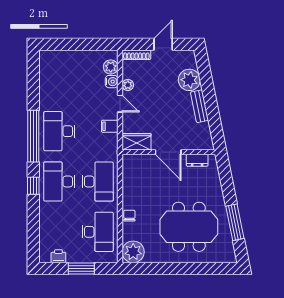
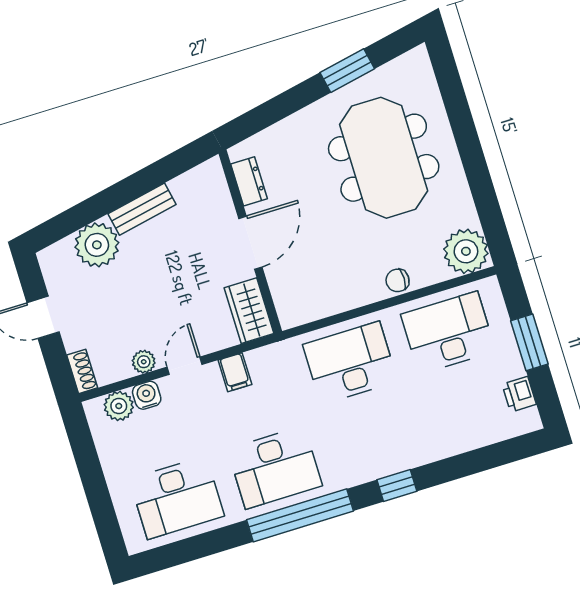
shoe rack: (136, 55) -> (82, 371), width x0.70
desk: (59, 182) -> (177, 498), moved
window: (235, 222) -> (347, 71), width x0.69

